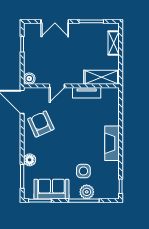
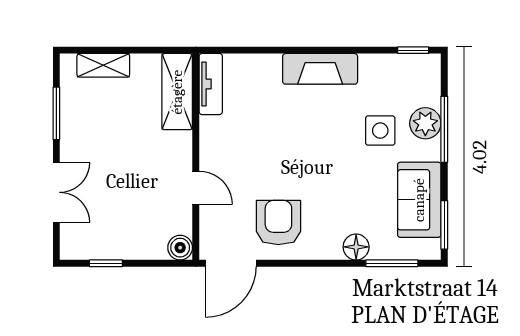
tv unit: (87, 93) -> (211, 84), moved
armchair: (41, 124) -> (278, 223), turned 114

